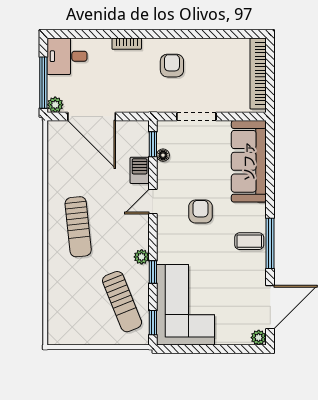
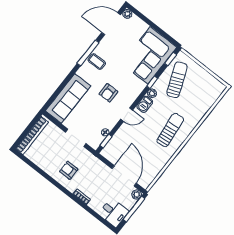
armchair: (172, 66) -> (69, 170), turned 90
barbecue: (140, 170) -> (145, 104), moved

